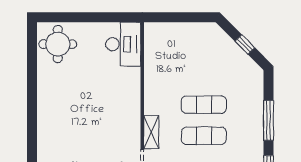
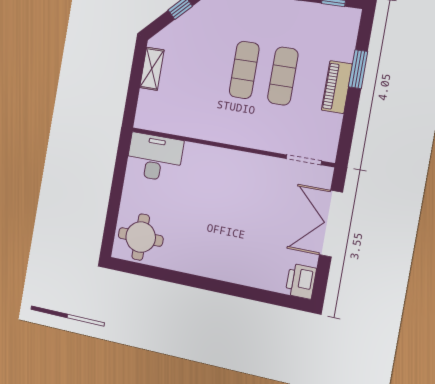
shelving: (151, 132) -> (152, 69), moved, turned 90

